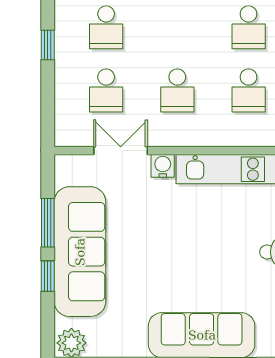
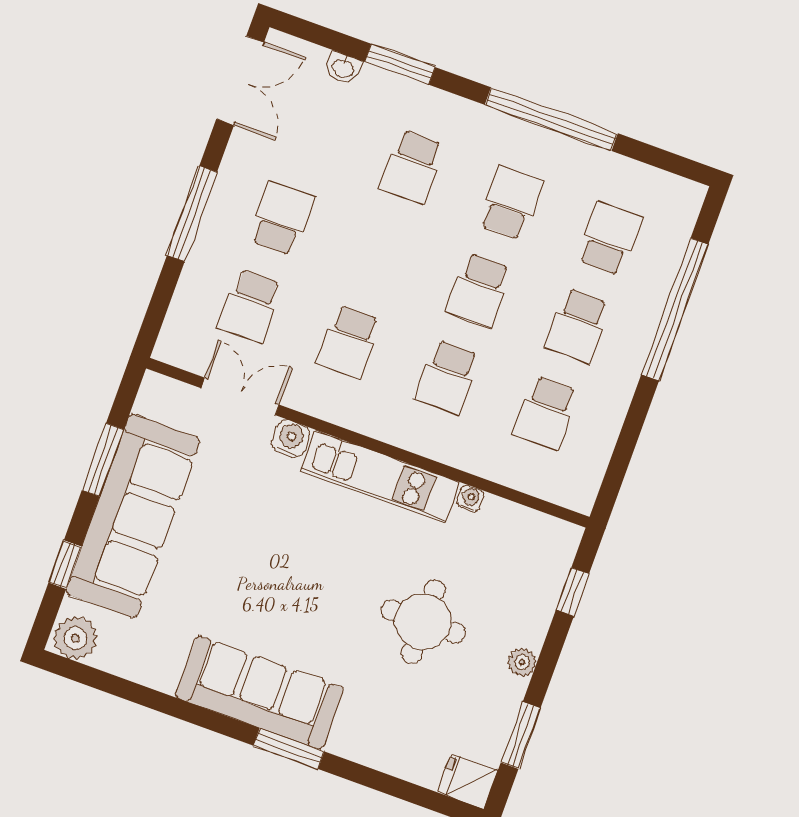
school desk: (106, 27) -> (282, 218), turned 180
window: (48, 45) -> (192, 214), width x2.17
window: (48, 276) -> (65, 565), moved

